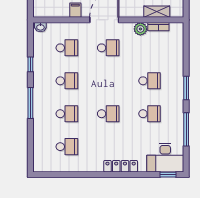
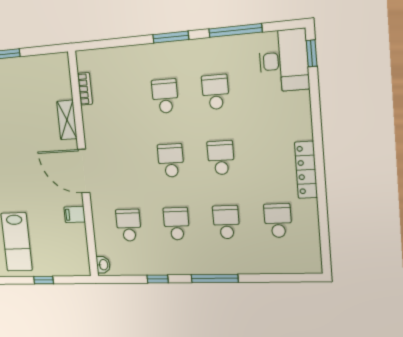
shelving: (157, 12) -> (67, 120), moved
plant: (140, 29) -> (91, 116), removed
school desk: (108, 48) -> (171, 160), moved
locker: (121, 166) -> (306, 170), moved

